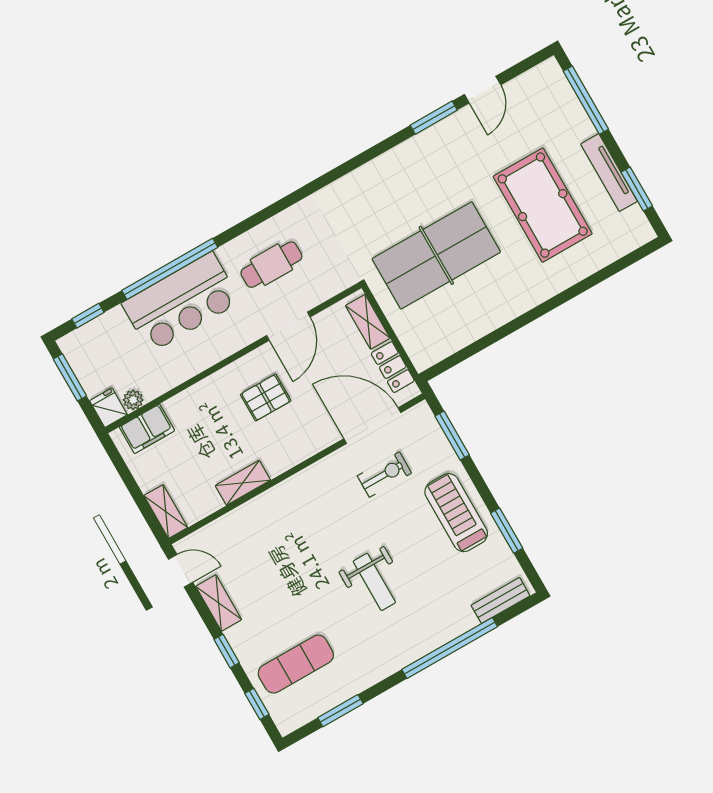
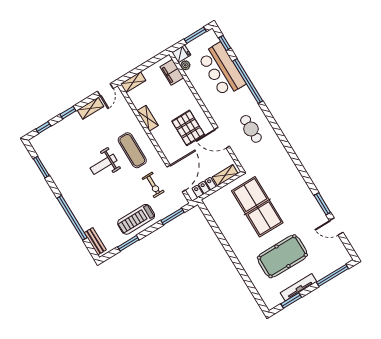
bar counter: (181, 302) -> (222, 70), moved
pallet: (266, 398) -> (188, 128), width x1.50, depth x1.42
treadmill: (456, 513) -> (136, 219), turned 180
weight bench: (374, 582) -> (104, 164), moved
exercise mat: (296, 664) -> (132, 150), moved

